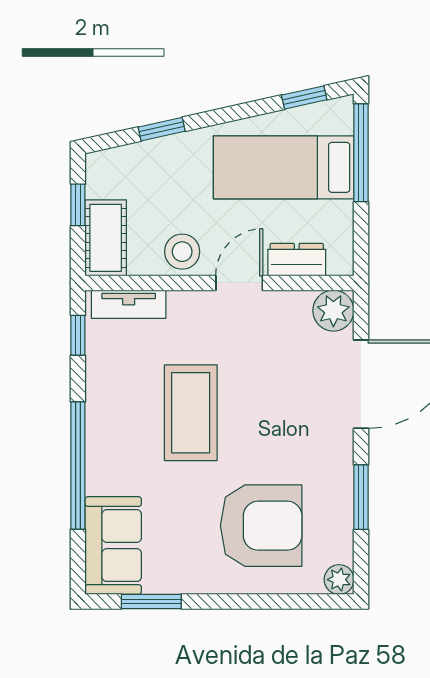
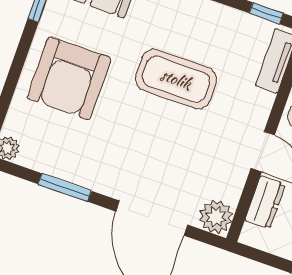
armchair: (261, 526) -> (69, 78), moved

